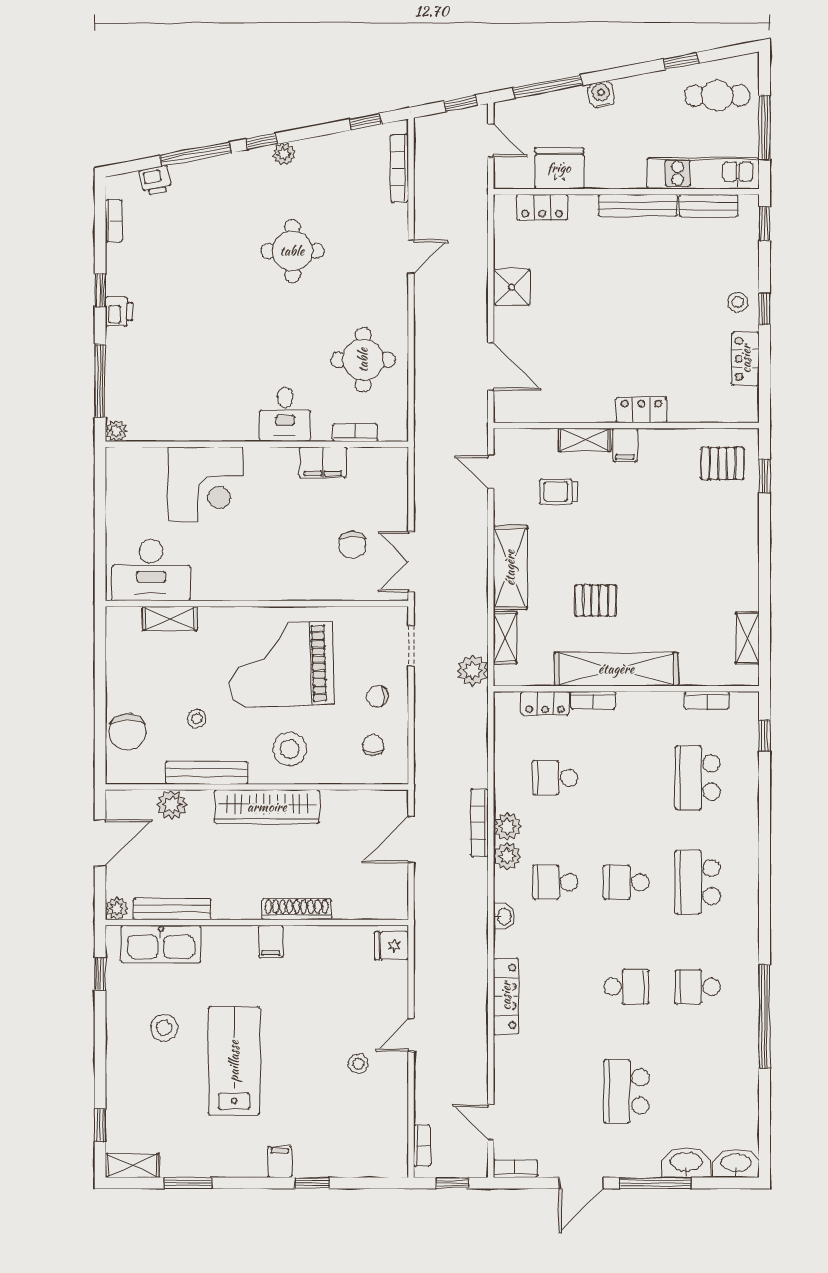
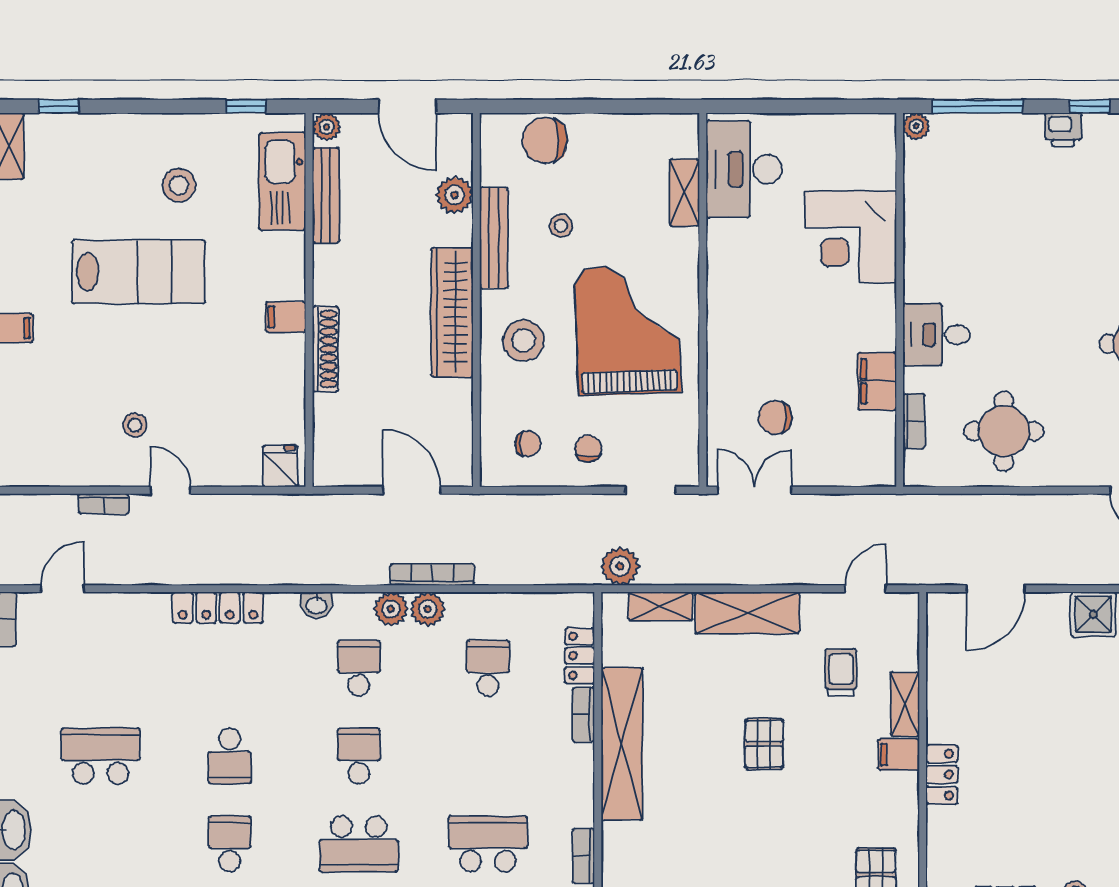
pallet: (595, 601) -> (764, 744), moved
school desk: (698, 882) -> (359, 844), turned 180
bookcase: (422, 1146) -> (104, 504), moved

